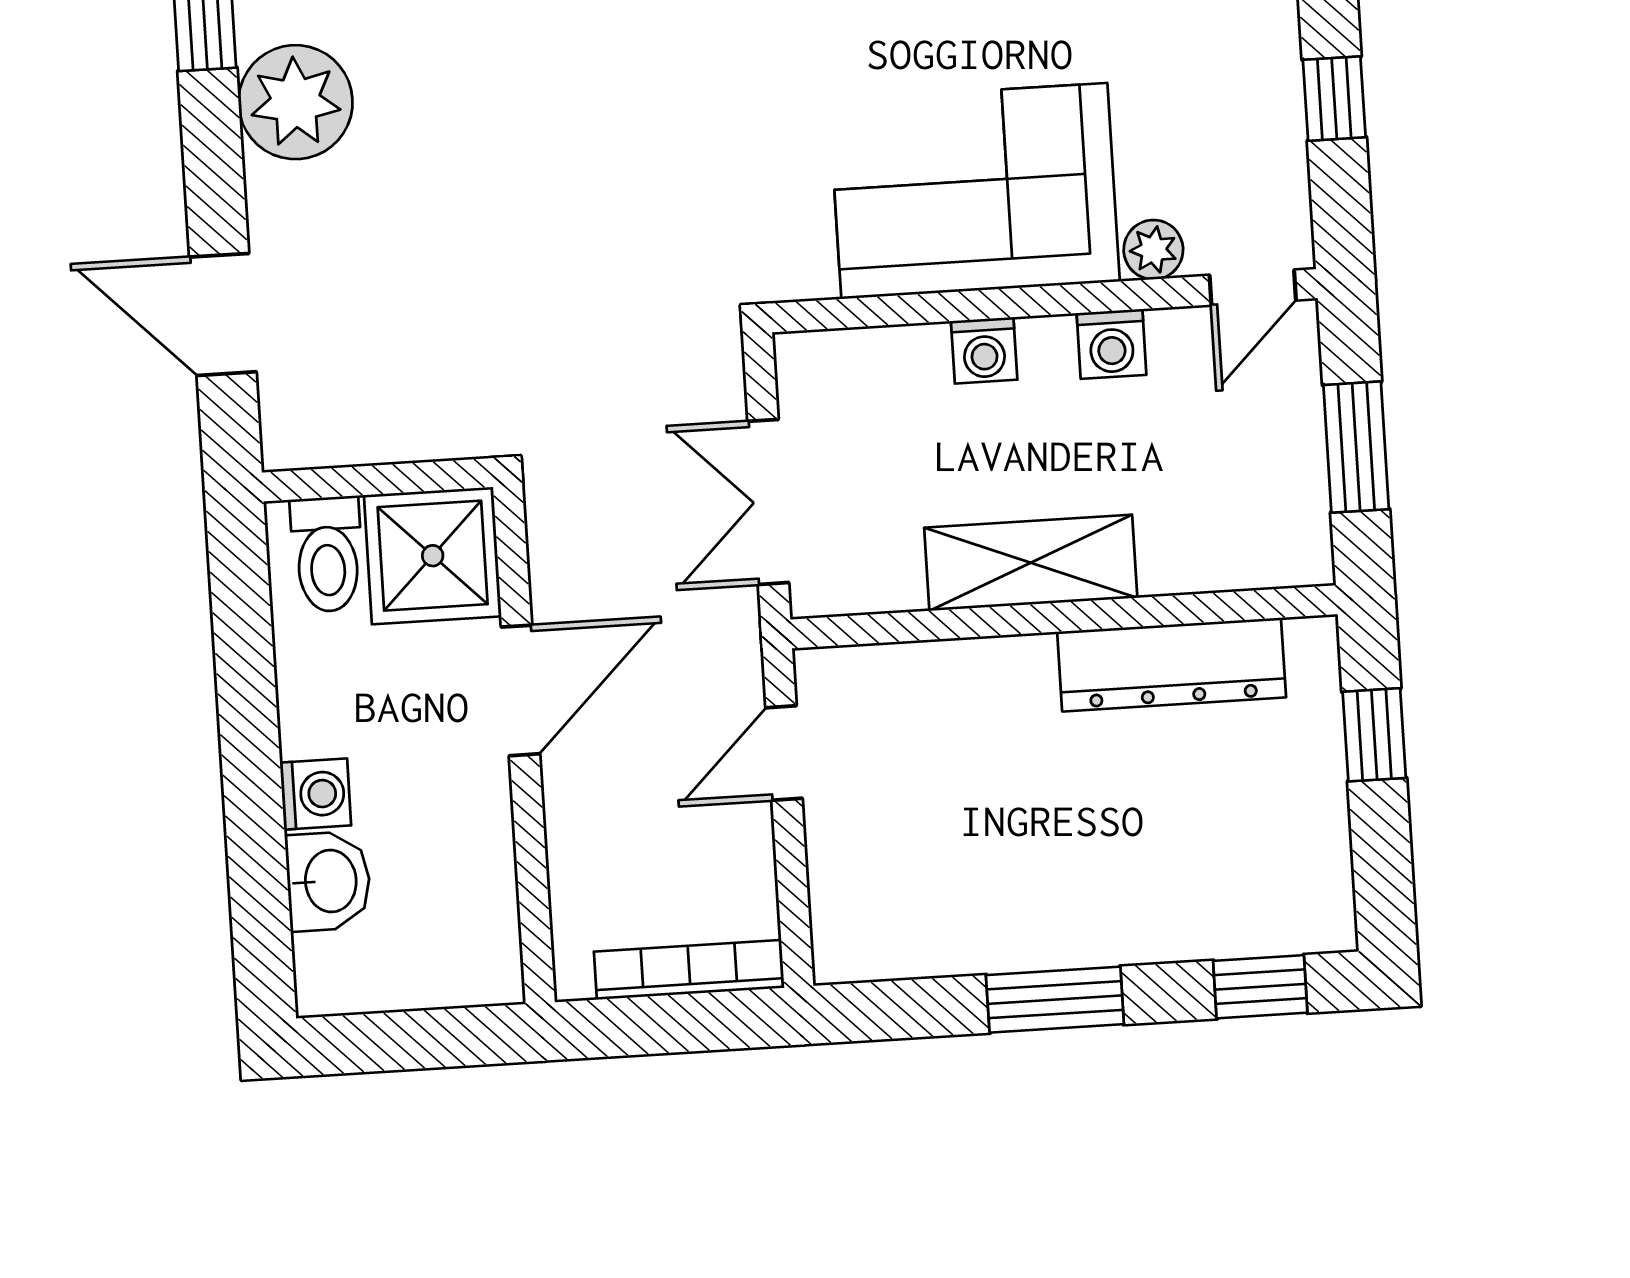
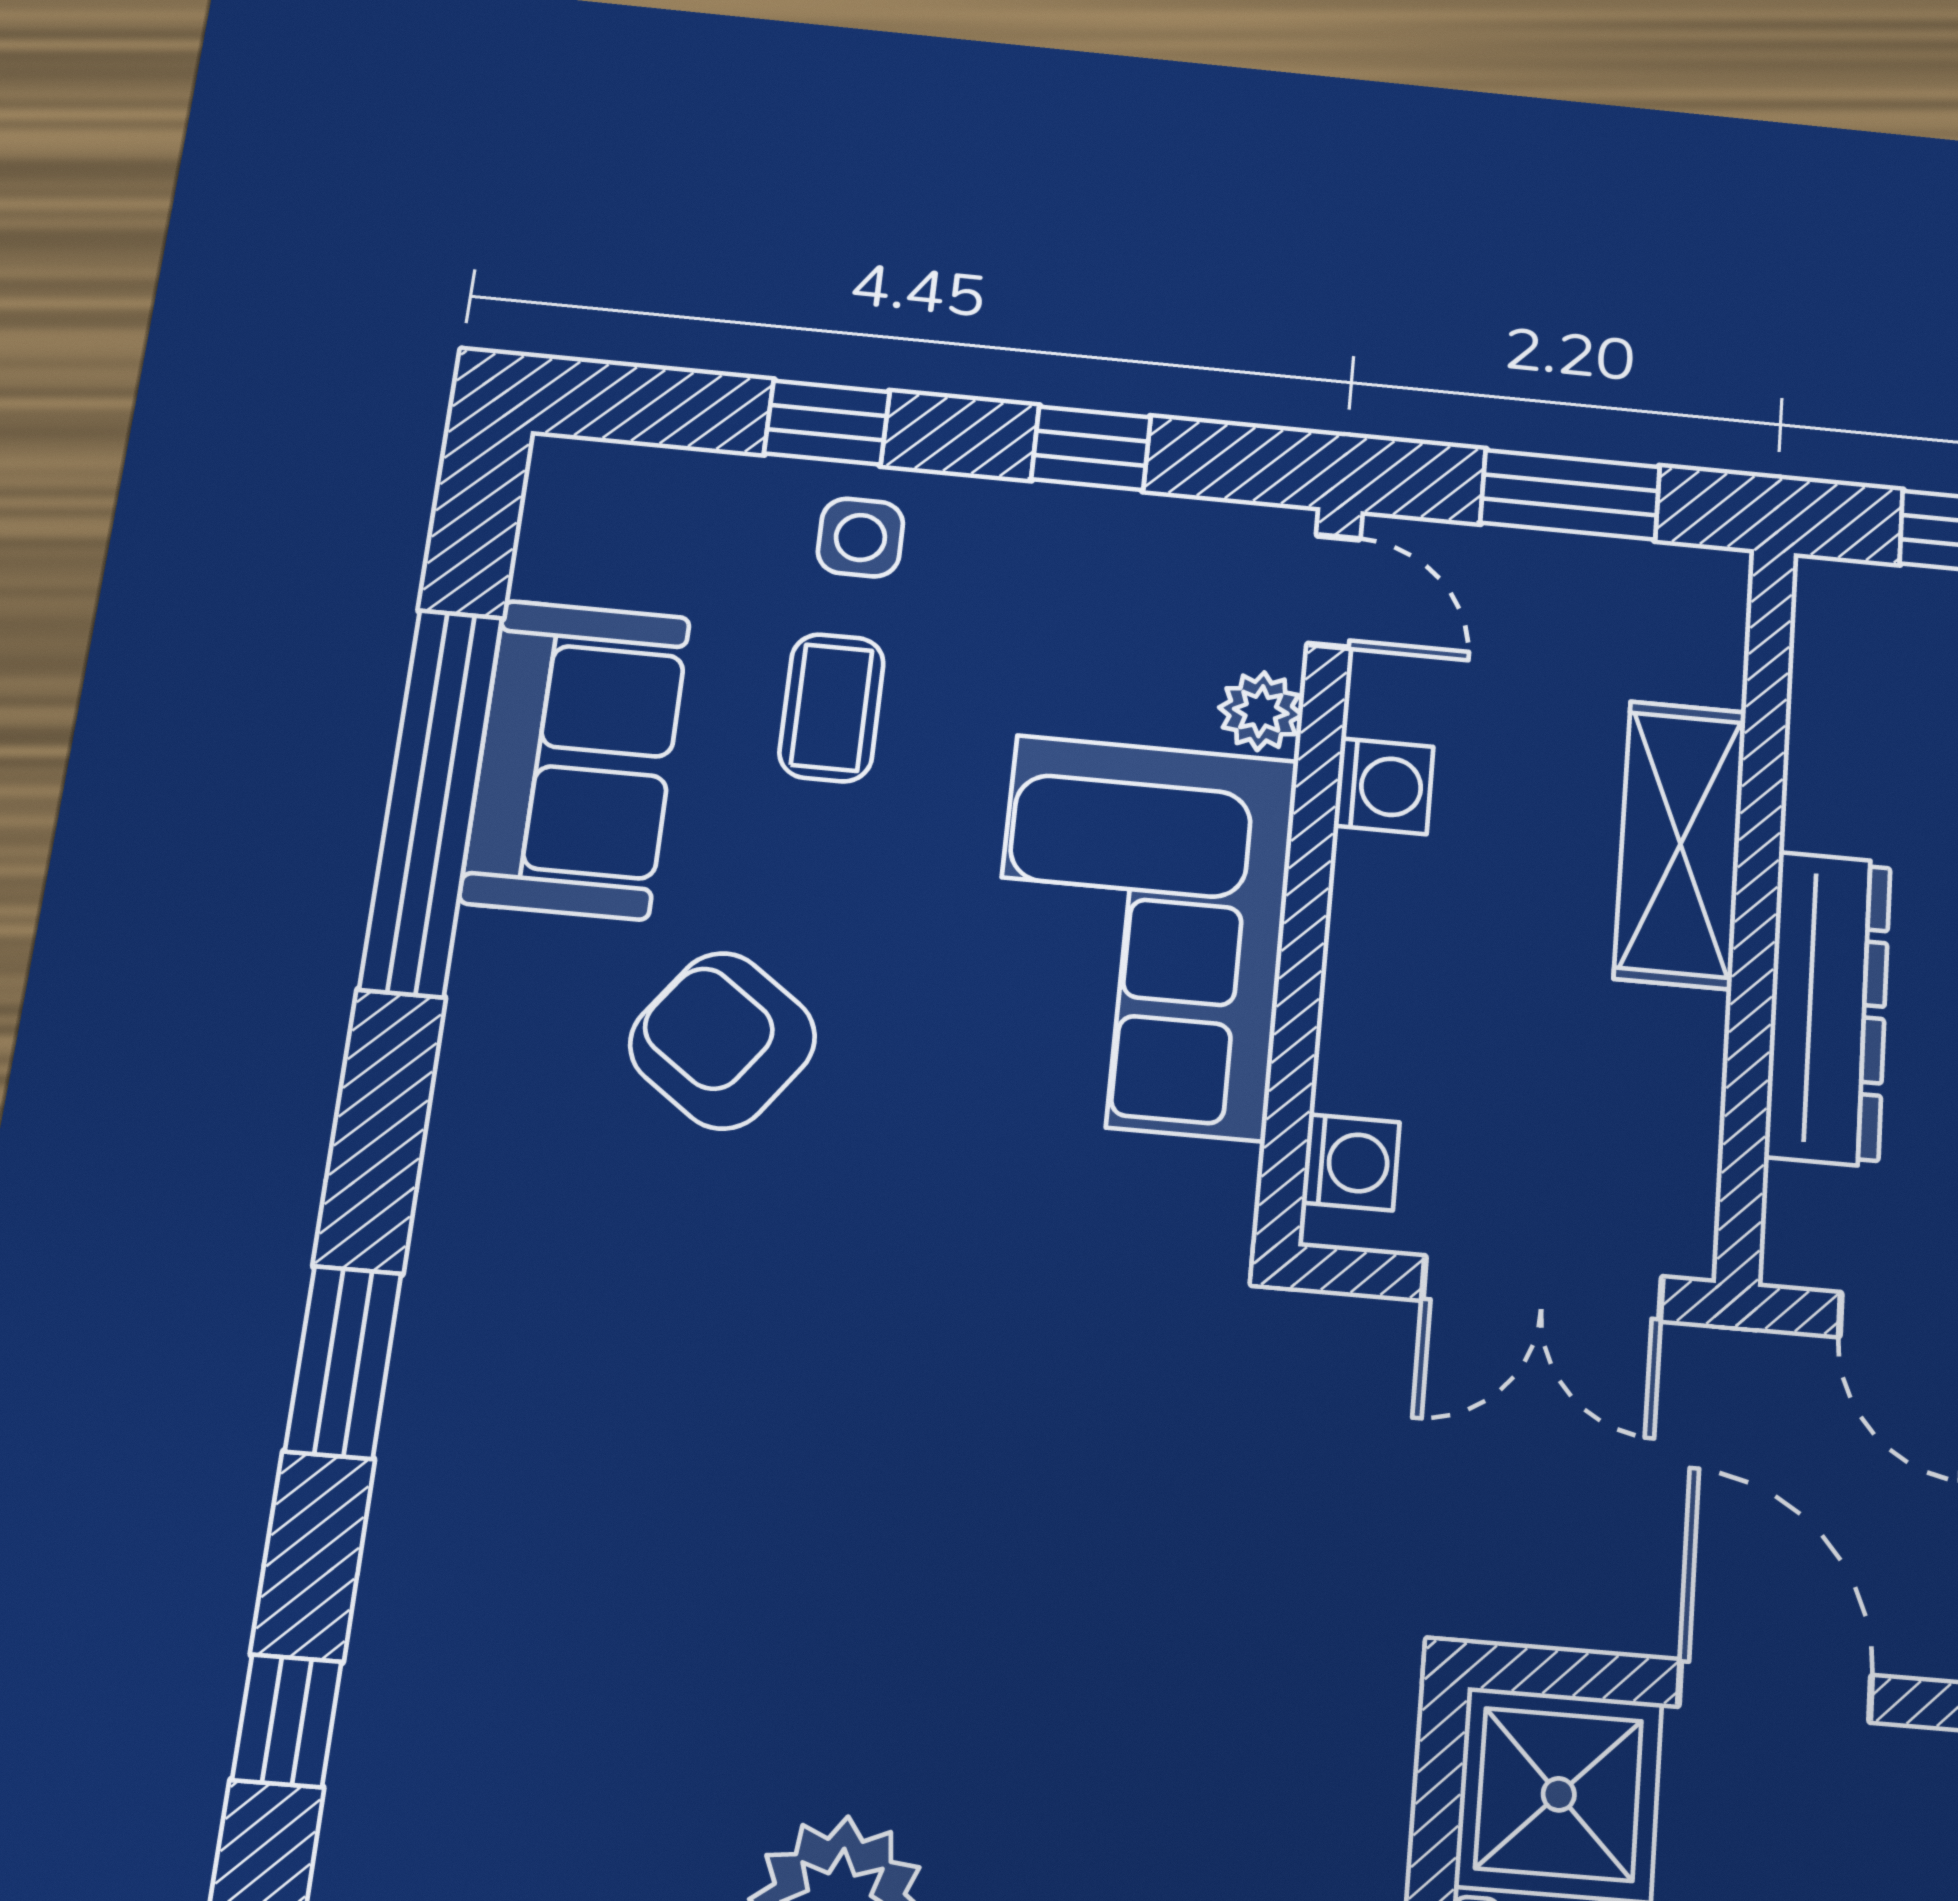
washing machine: (984, 350) -> (1351, 1162), moved
shelving: (1031, 563) -> (1680, 844), moved
dresser: (1172, 665) -> (1828, 1008), moved

